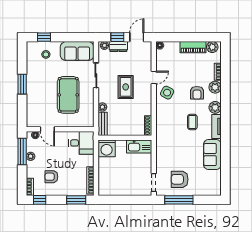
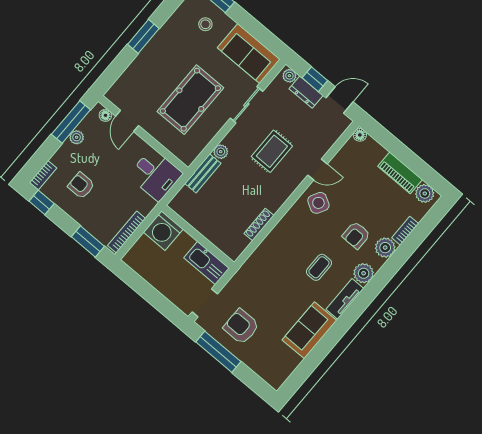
wall: (125, 138) -> (198, 237), moved
kitchen sink: (139, 146) -> (207, 263), moved
washing machine: (107, 148) -> (163, 231), moved

